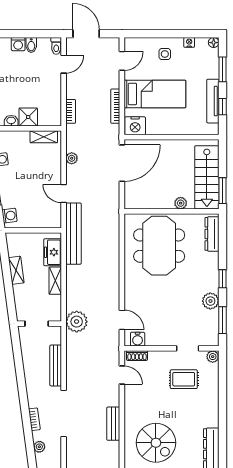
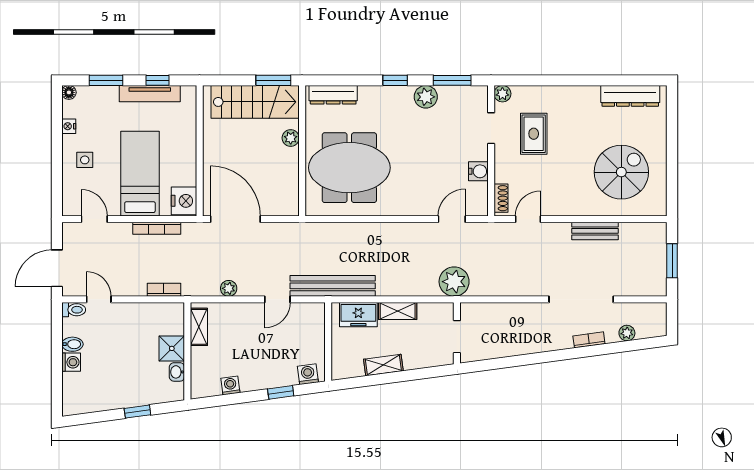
water cooler: (138, 339) -> (478, 171), moved
bench: (56, 365) -> (515, 310), removed

